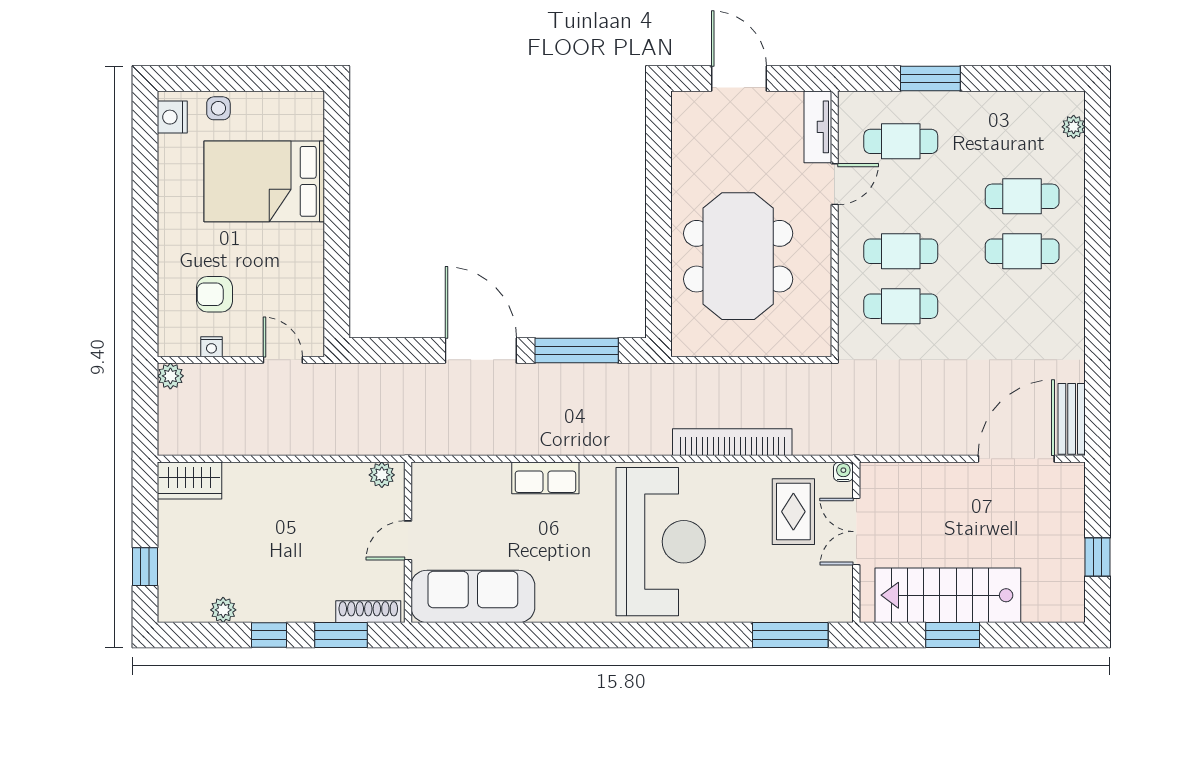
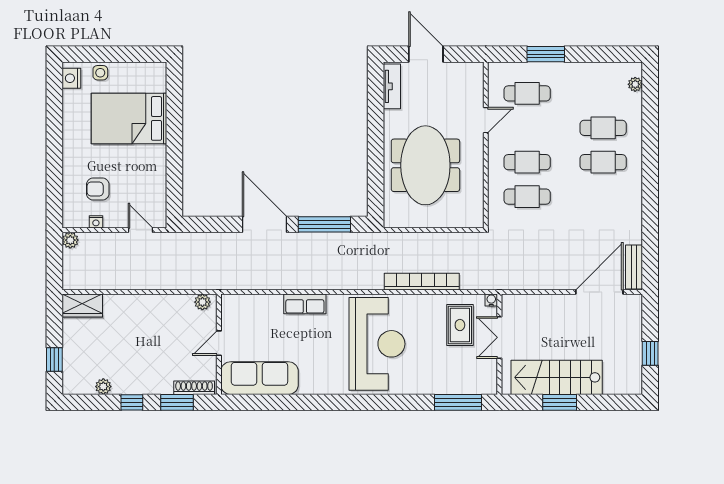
tv unit: (818, 127) -> (392, 86), moved, turned 180

